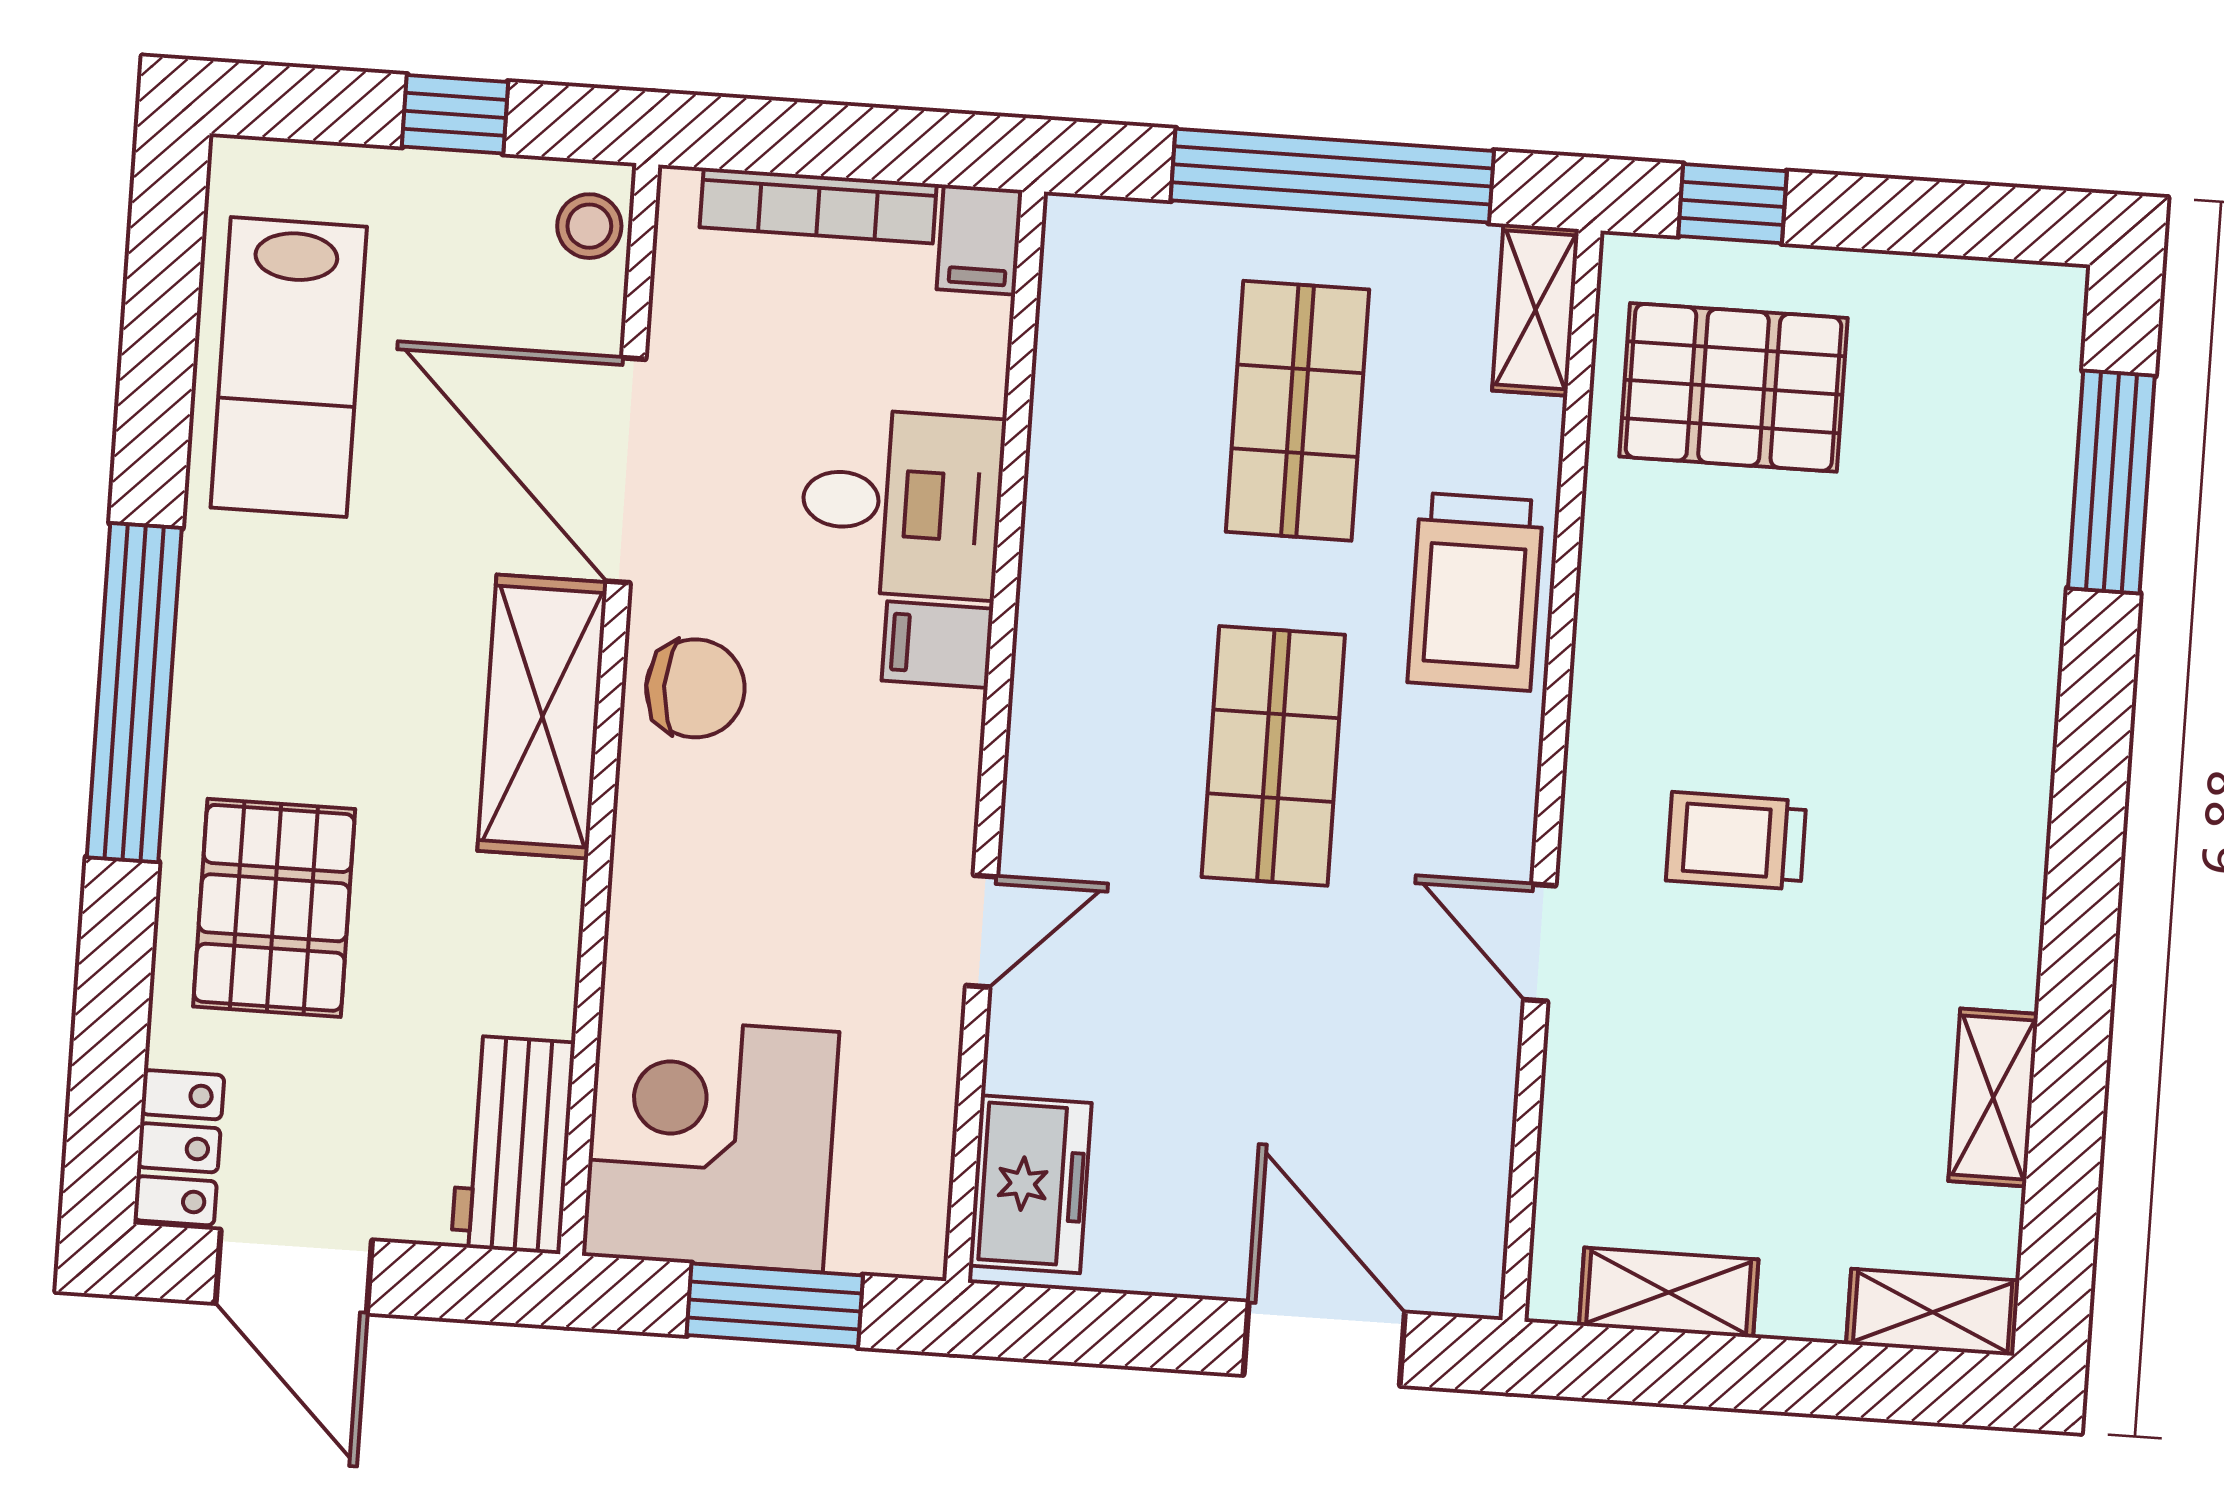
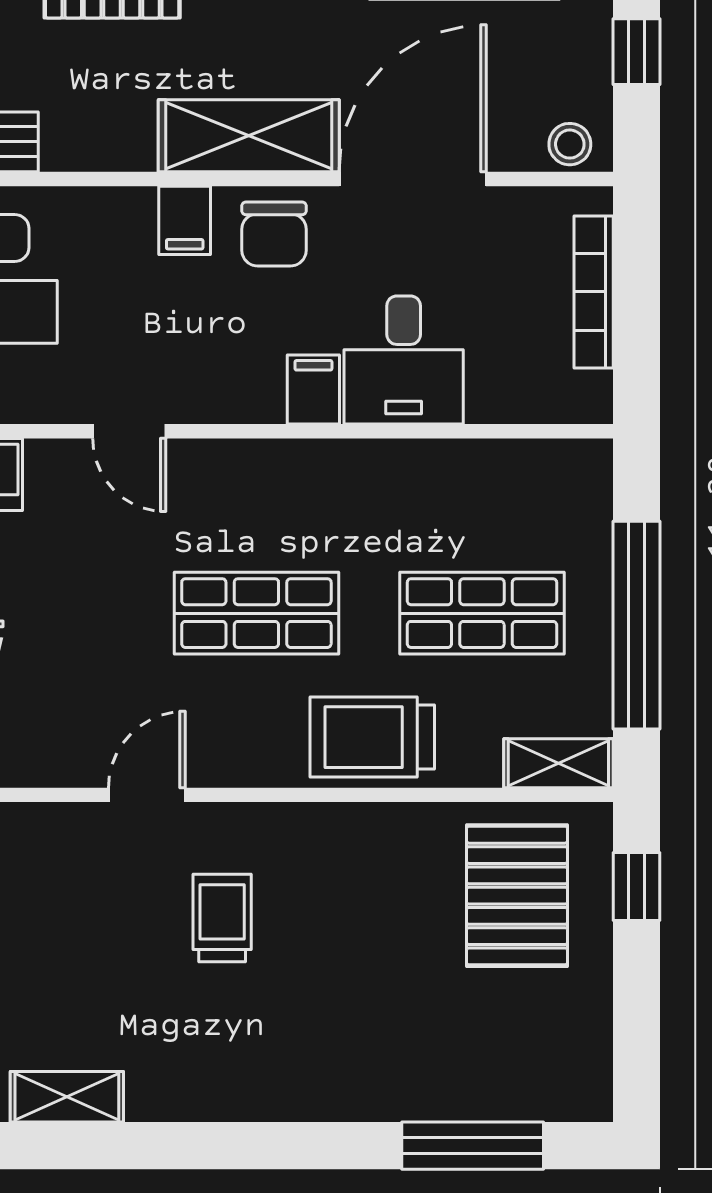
filing cabinet: (980, 240) -> (185, 220), moved, turned -90

